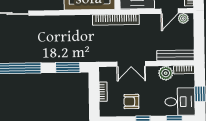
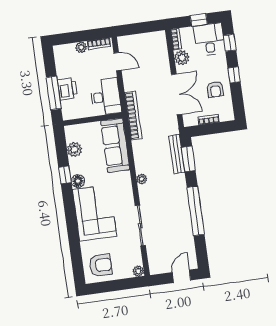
plant: (183, 18) -> (142, 179), moved
bench: (175, 55) -> (177, 154), moved
double door: (131, 64) -> (177, 94), width x1.37

